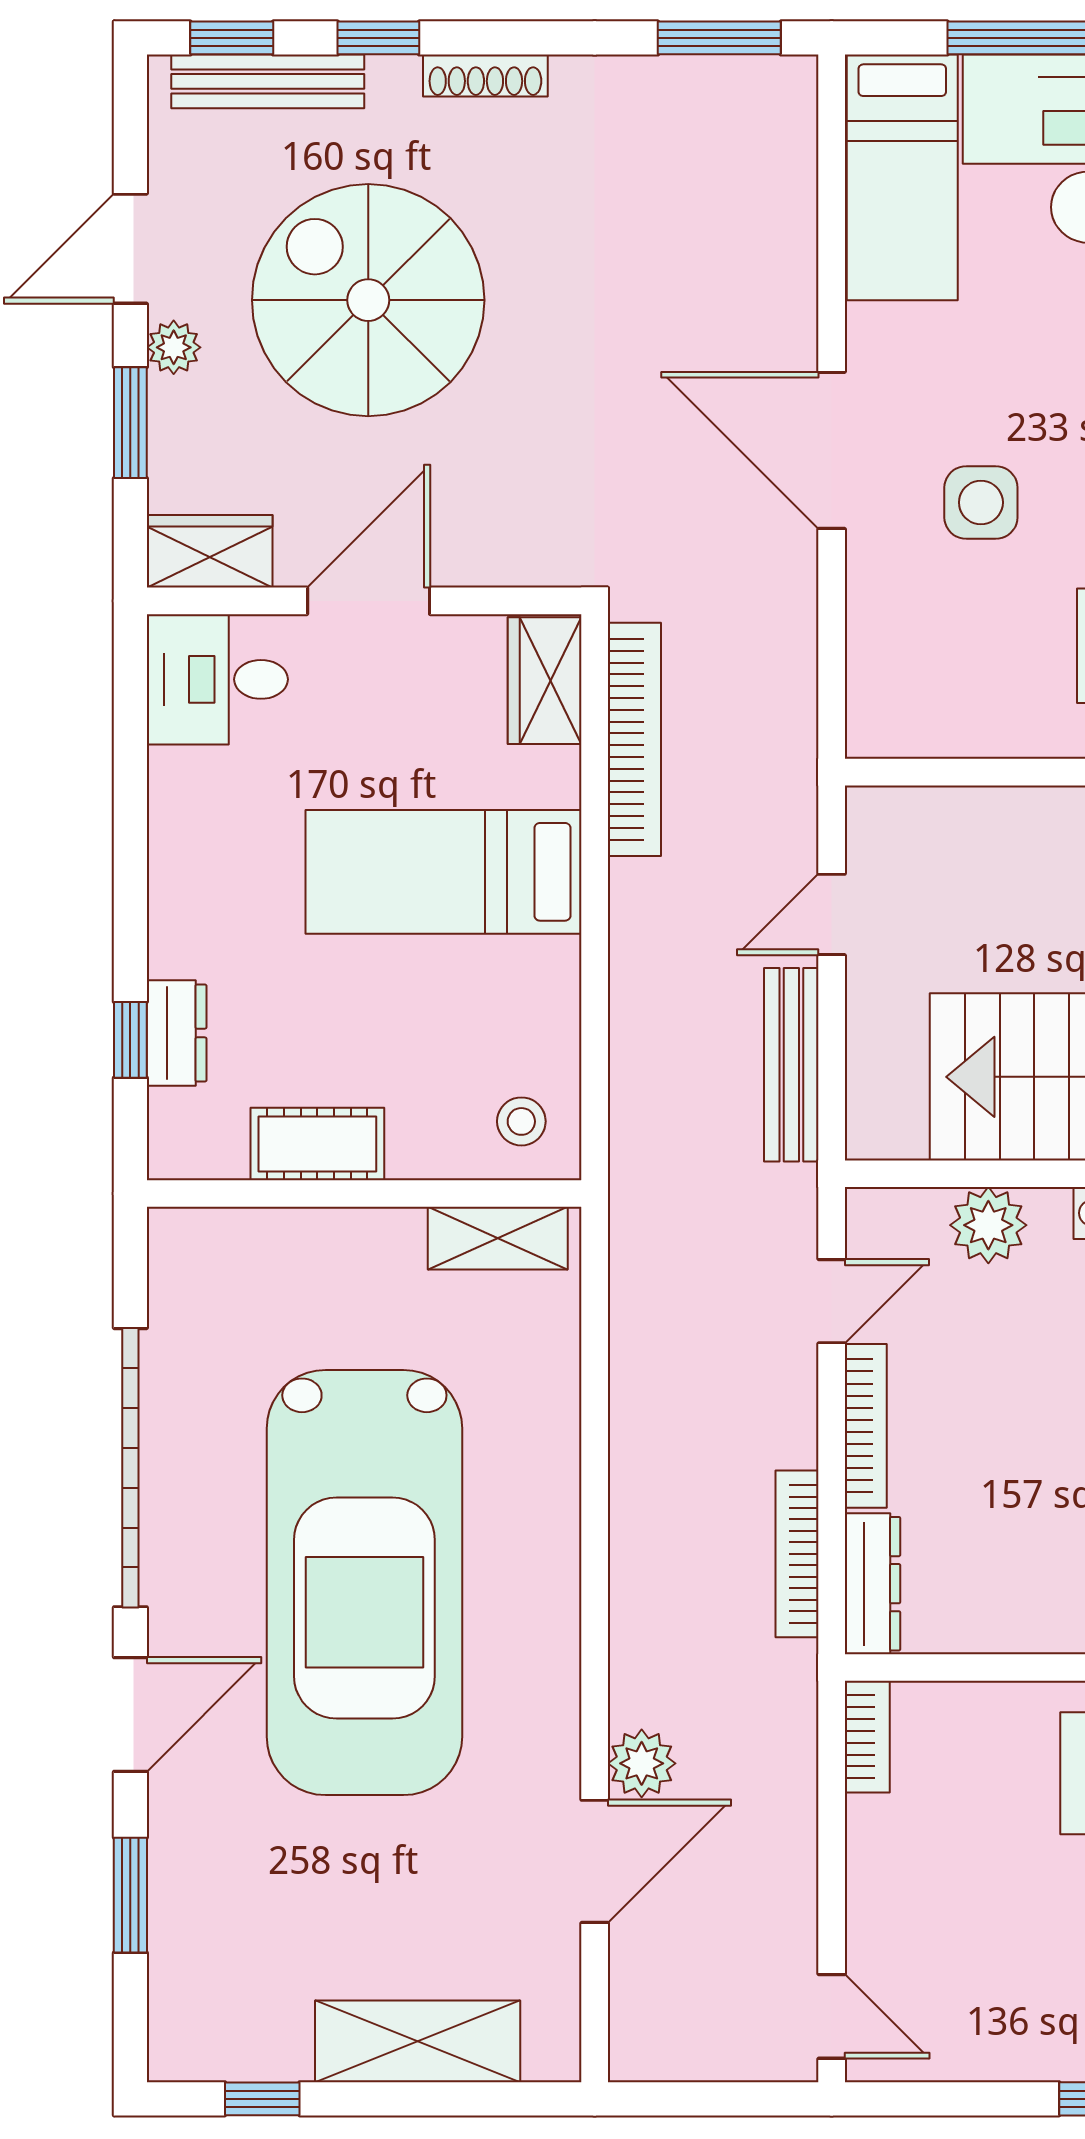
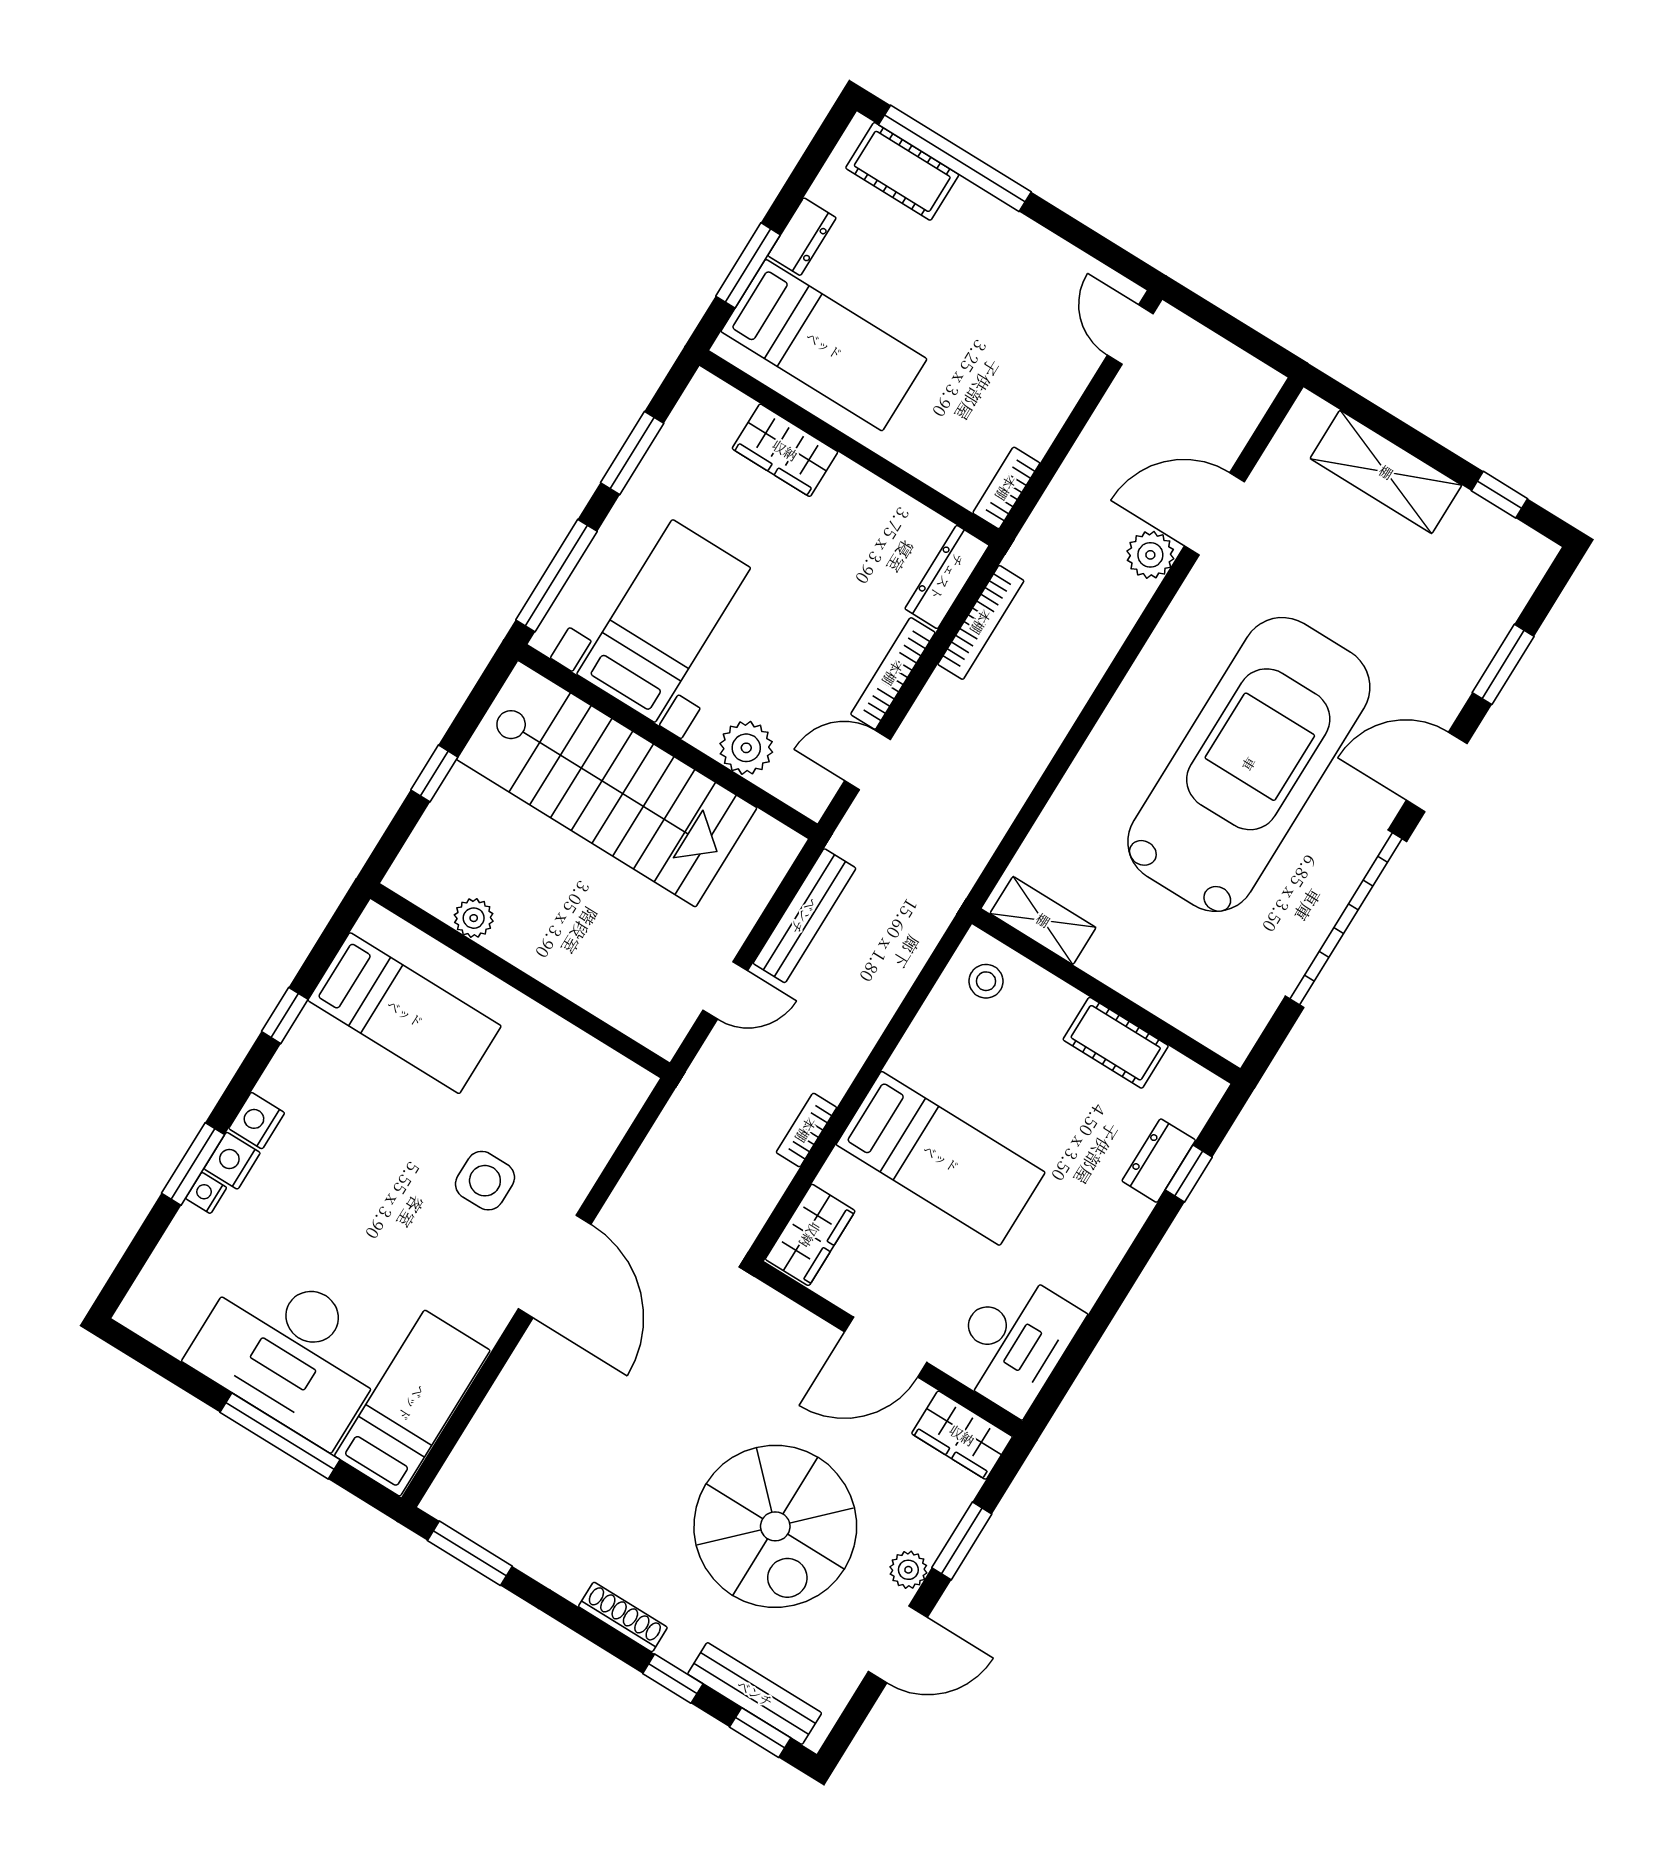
desk: (217, 679) -> (1013, 1342), width x1.37
bookcase: (634, 739) -> (806, 1130), width x0.43, depth x0.76

